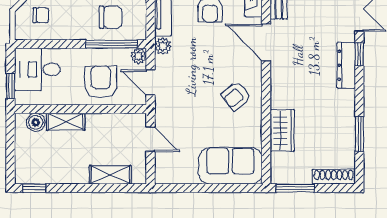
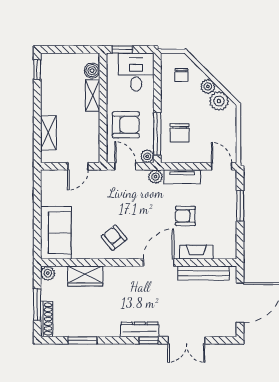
door: (150, 82) -> (125, 166), hinge flipped
plant: (279, 175) -> (48, 273), added
window: (295, 188) -> (37, 304), moved

